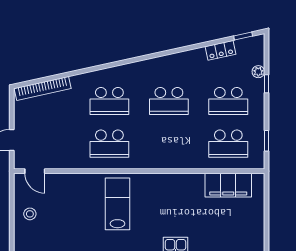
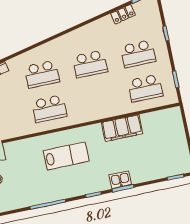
plant: (258, 72) -> (157, 25), removed
filing cabinet: (228, 185) -> (122, 128), moved
lab bench: (117, 204) -> (66, 156), turned 90

